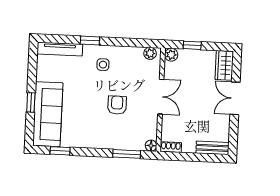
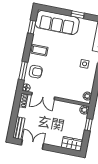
double door: (161, 97) -> (43, 96), moved
double door: (235, 98) -> (32, 144), moved
window: (31, 102) -> (78, 15), moved
armchair: (117, 105) -> (36, 72), moved
coffee table: (93, 134) -> (40, 50), added

